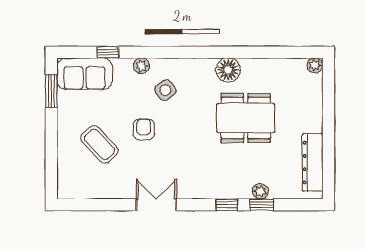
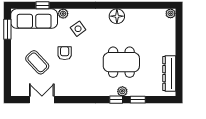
sofa: (84, 74) -> (34, 19), width x1.36
dining table: (246, 118) -> (121, 62), moved
plant: (260, 191) -> (122, 91), moved
double door: (156, 205) -> (42, 100), moved

